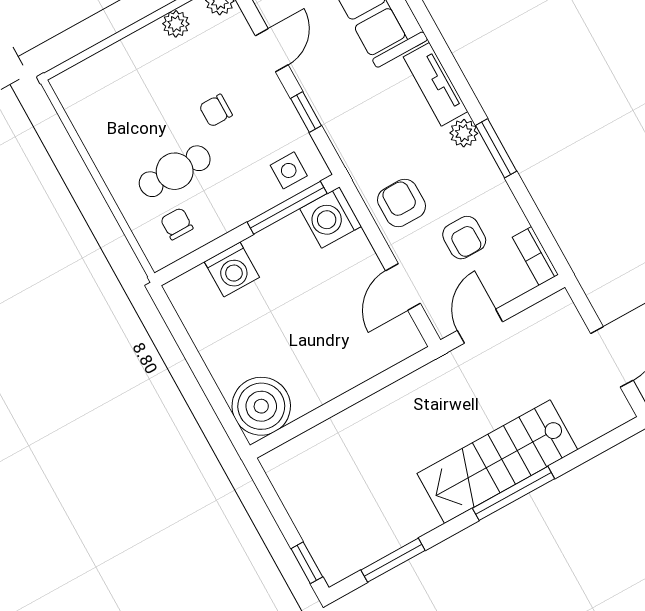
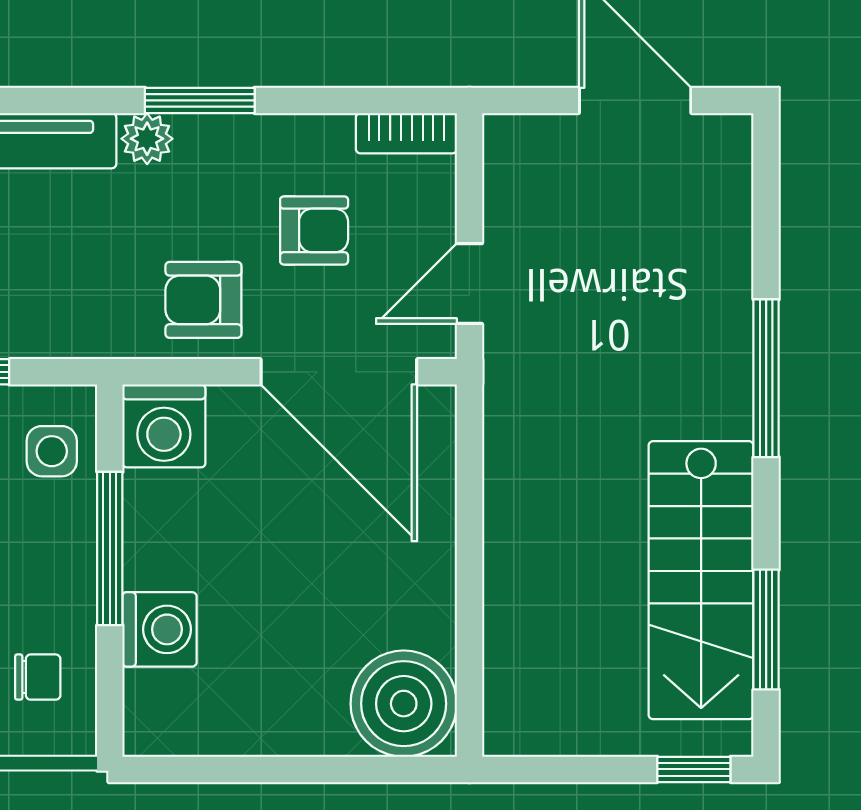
window: (287, 208) -> (110, 548), moved
chair: (177, 224) -> (38, 677), turned 180
door: (403, 287) -> (339, 372), width x1.88
door: (480, 326) -> (469, 284), hinge flipped
stairs: (497, 462) -> (701, 580), moved

